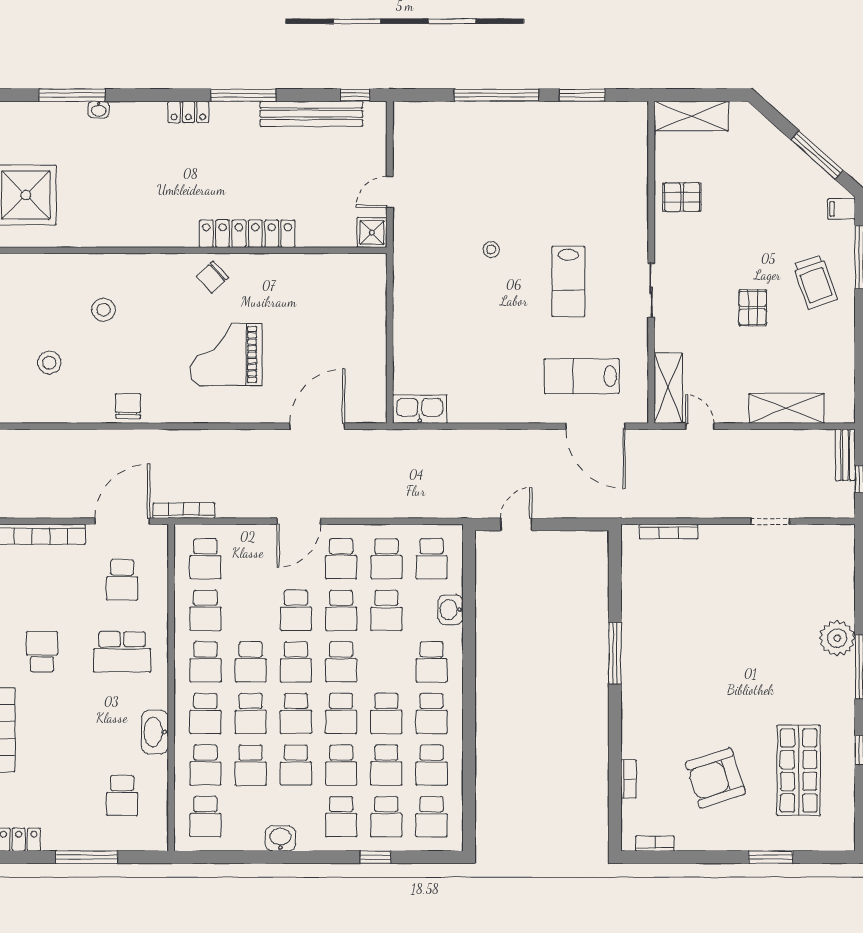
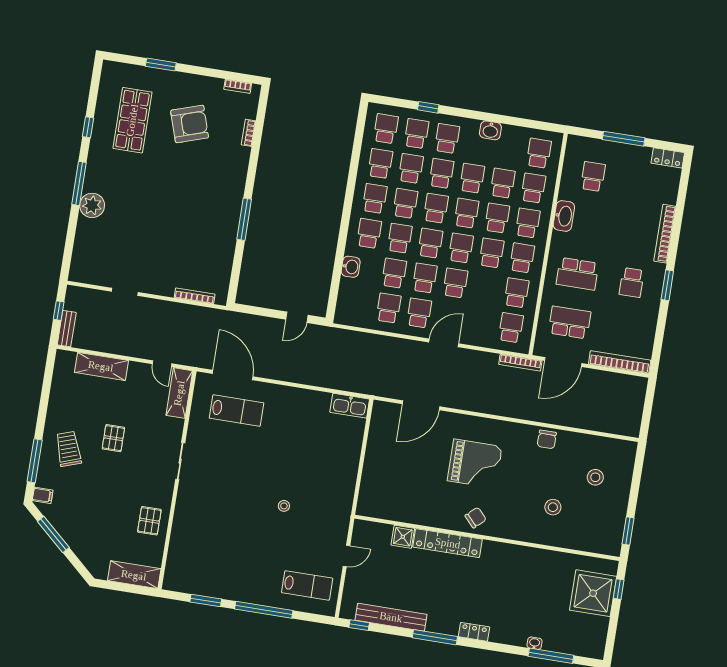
pallet: (682, 197) -> (149, 521), turned 90
shower: (372, 233) -> (403, 537), moved
lab bench: (568, 282) -> (307, 585), moved, turned 90
school desk: (432, 559) -> (400, 238), moved
school desk: (122, 580) -> (570, 322), width x1.85
school desk: (122, 652) -> (577, 274), turned 180

